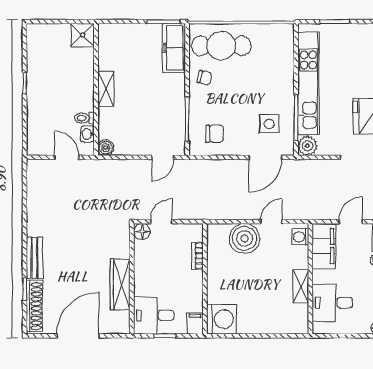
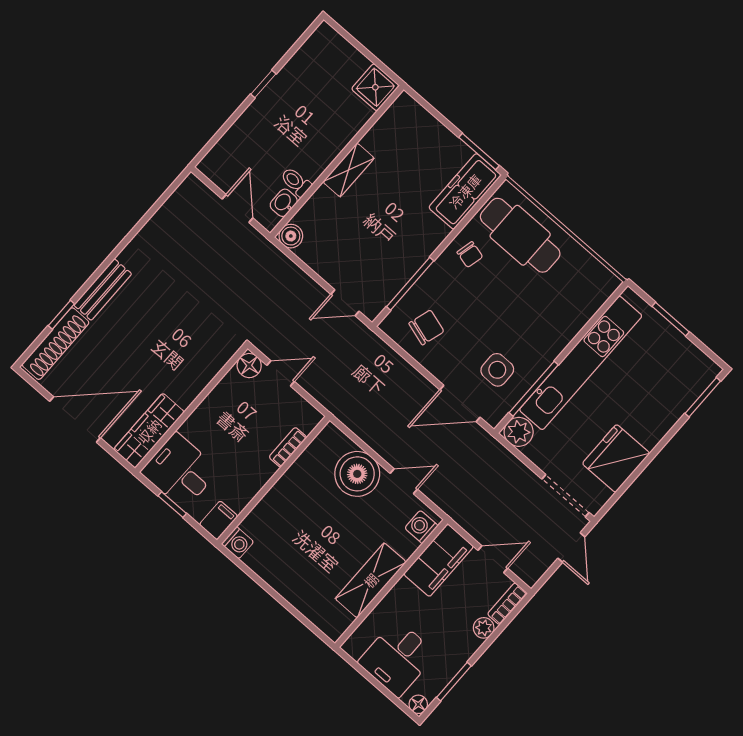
chair: (215, 134) -> (426, 327), turned -73
wardrobe: (120, 284) -> (149, 431), moved
shelving: (301, 286) -> (371, 580), width x1.50, depth x1.33
desk: (332, 303) -> (397, 658), moved, turned -90
washing machine: (222, 319) -> (238, 543), width x0.53, depth x0.53

